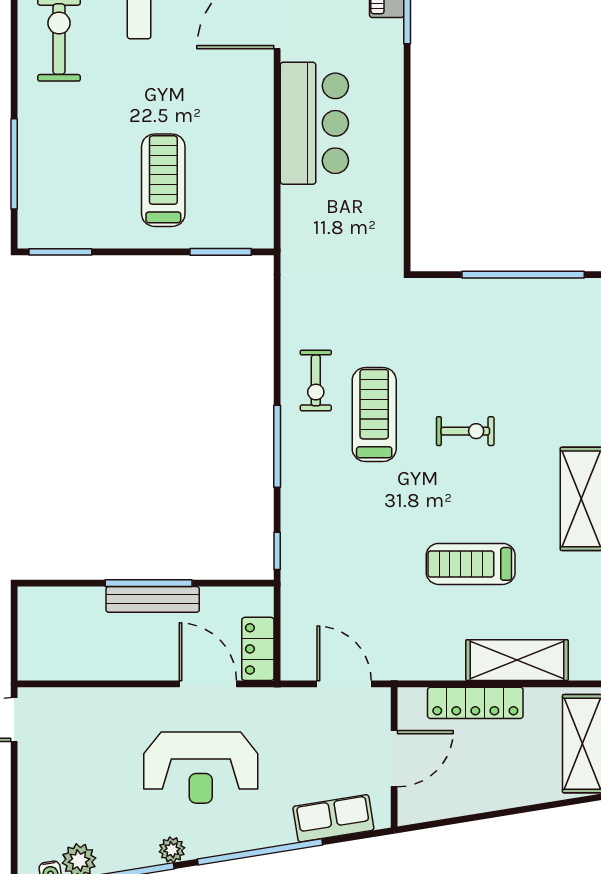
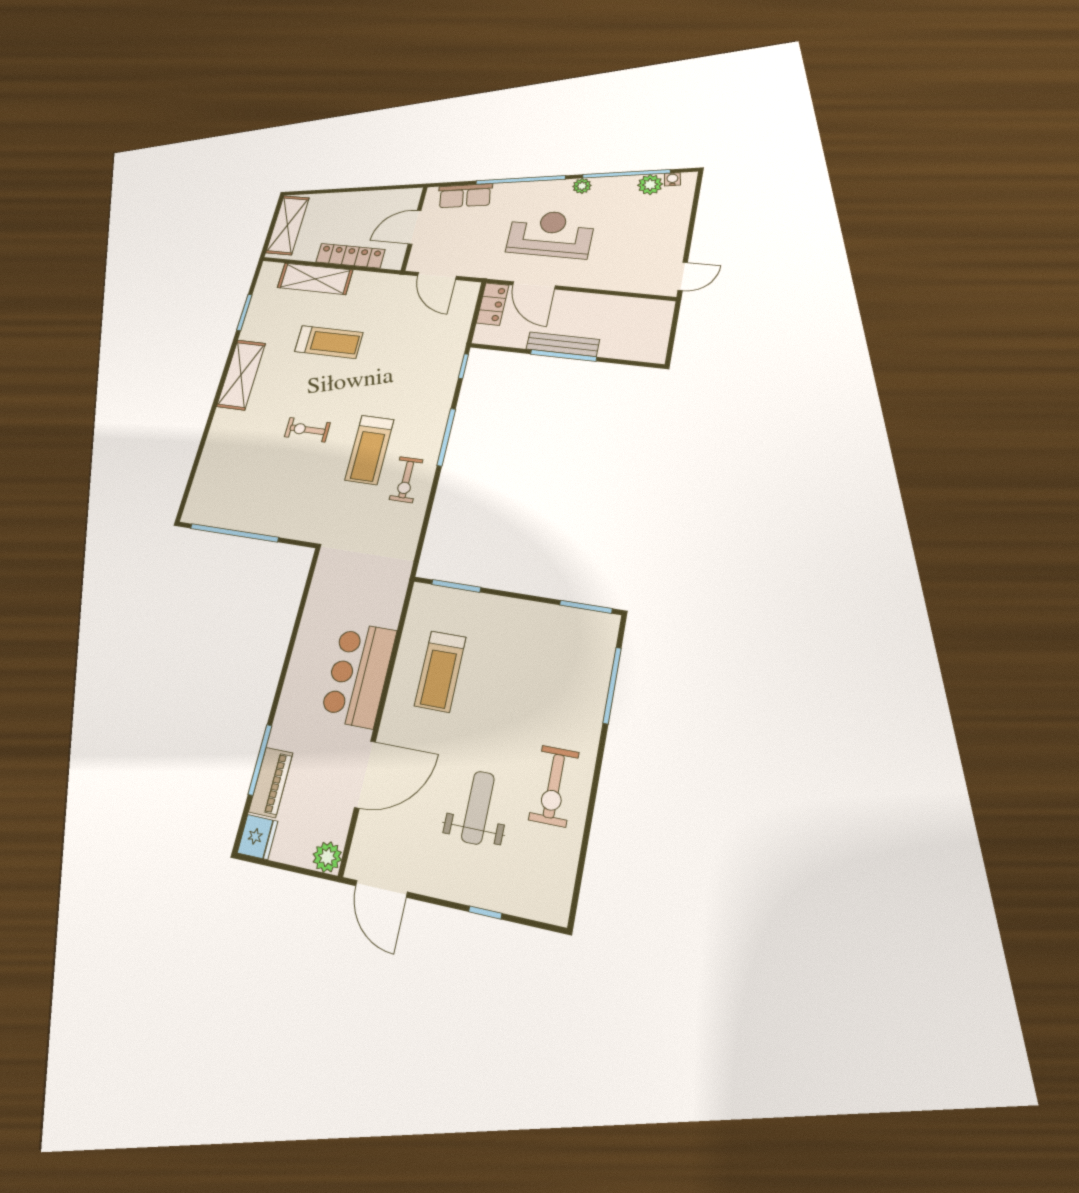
treadmill: (163, 180) -> (440, 671), moved
exercise bike: (316, 380) -> (406, 480), turned 180

